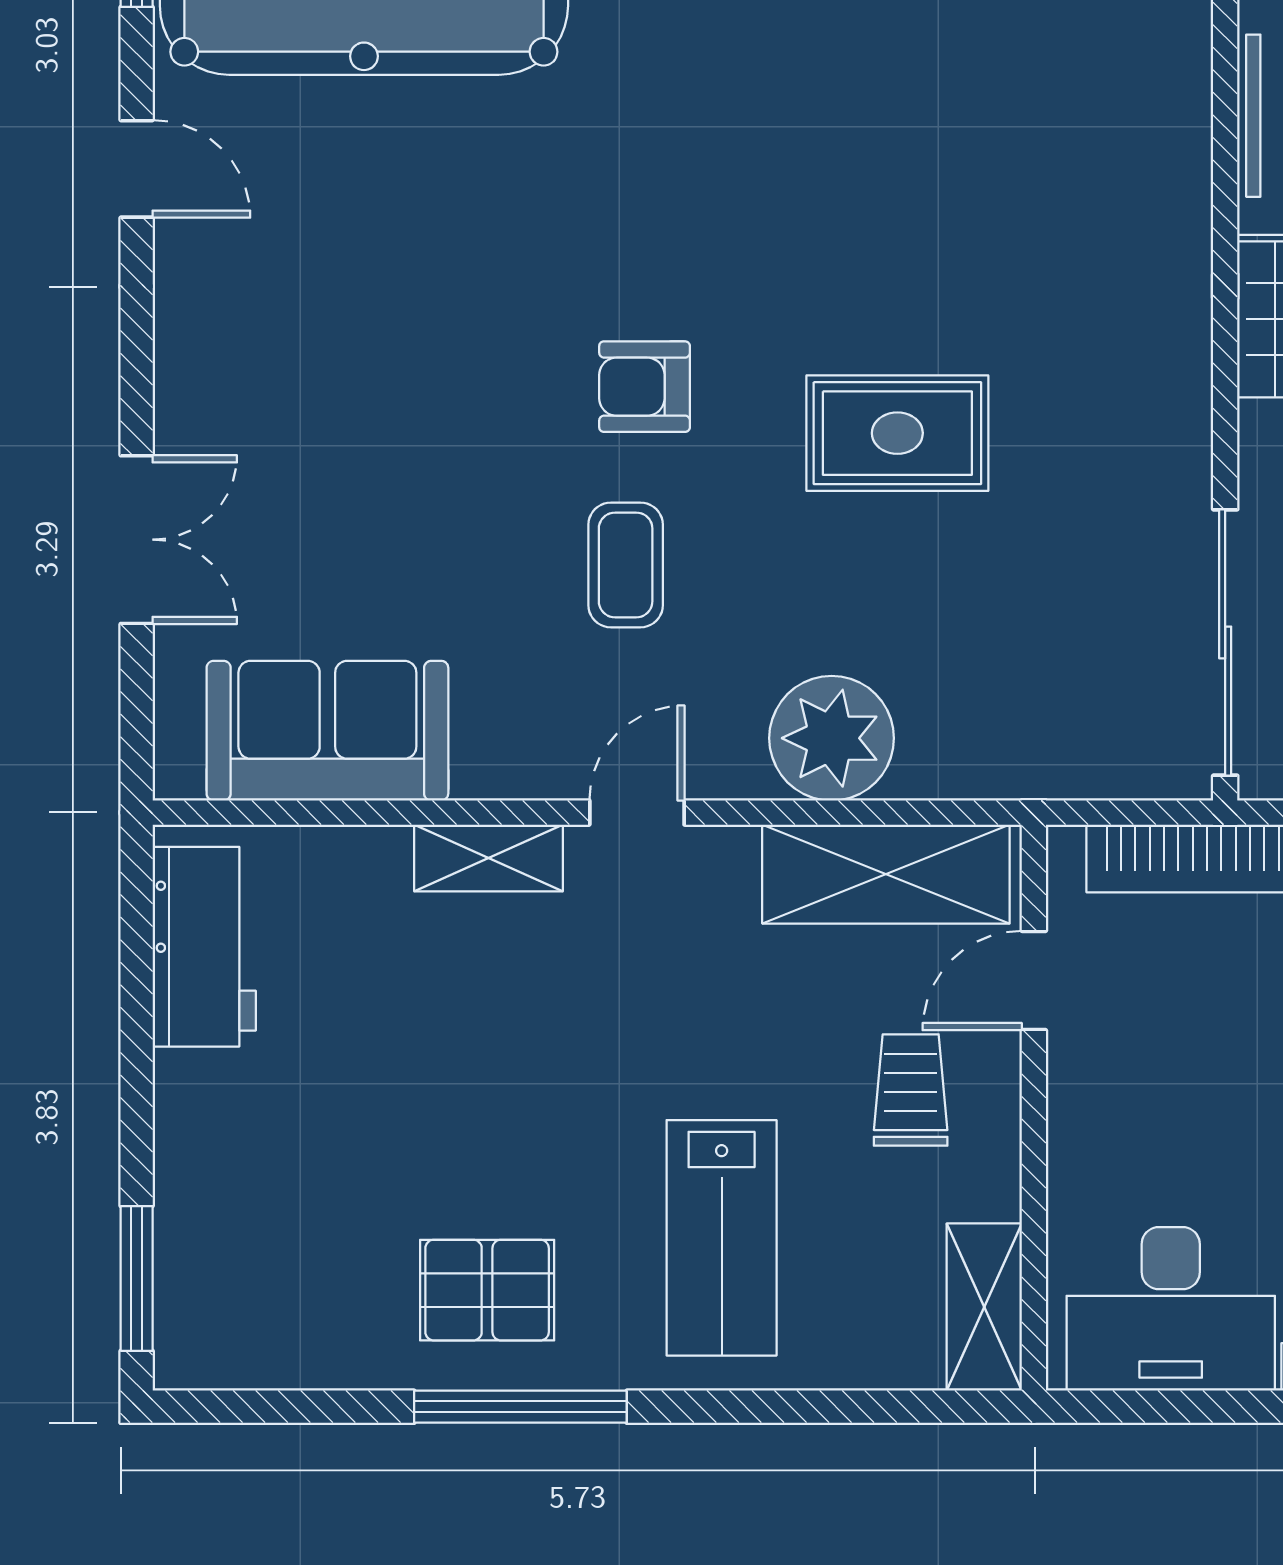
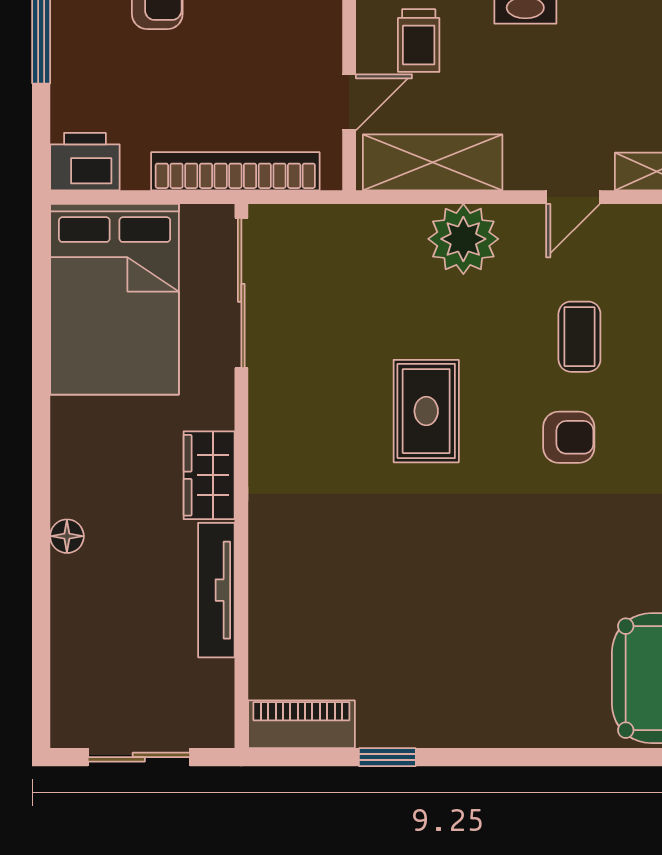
rug: (897, 433) -> (426, 411), turned 90

